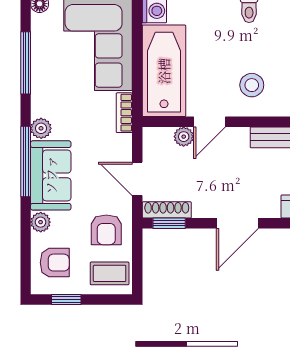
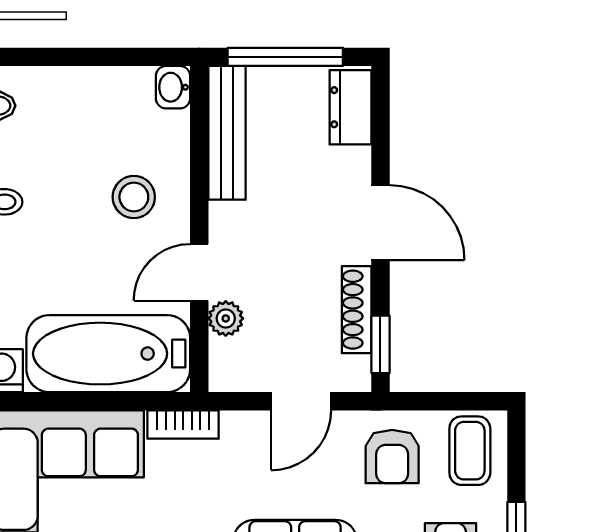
door: (210, 122) -> (199, 272), swing flipped
shoe rack: (167, 210) -> (357, 310), moved
armchair: (106, 230) -> (392, 457), turned 90

